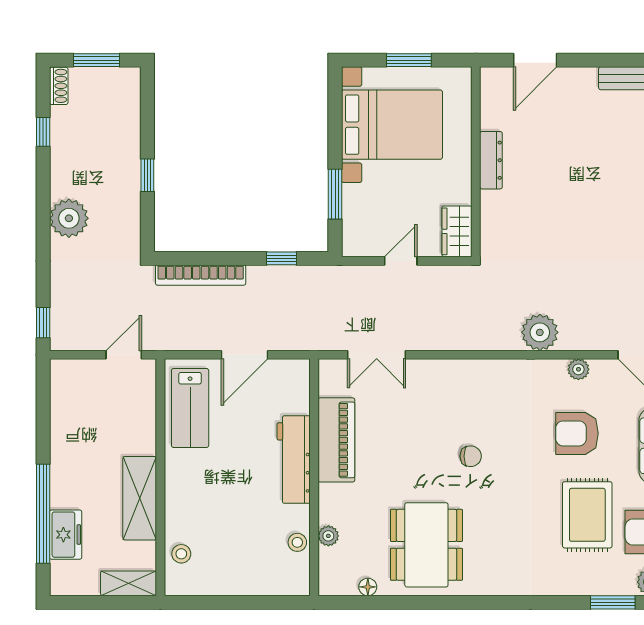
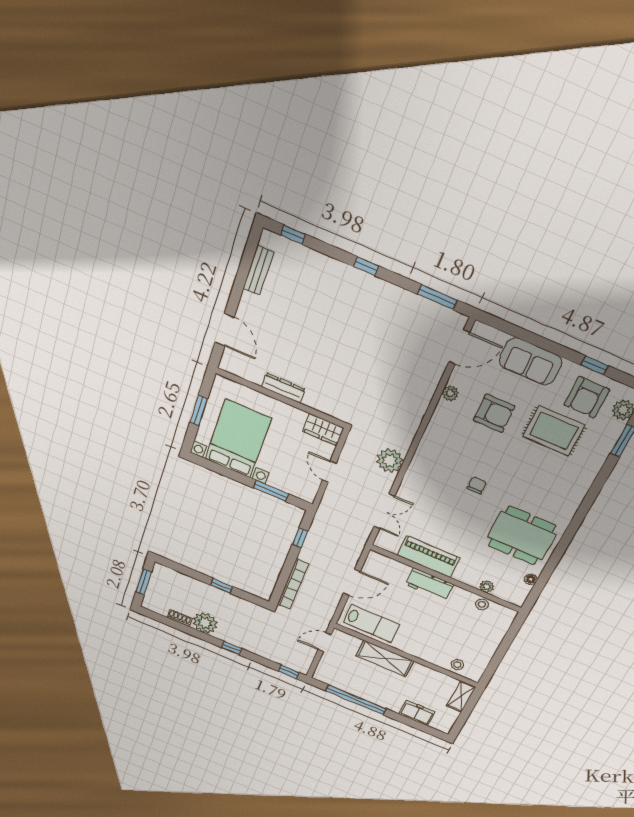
shoe rack: (59, 86) -> (180, 618), moved
window: (43, 132) -> (232, 648), moved
plant: (69, 218) -> (205, 623), moved
plant: (540, 332) -> (390, 461), moved
door: (124, 355) -> (325, 642), hinge flipped
door: (245, 355) -> (352, 582), hinge flipped
armchair: (577, 433) -> (494, 413), turned -90
workbench: (294, 460) -> (429, 584), width x0.73
shelving: (140, 498) -> (385, 658), moved
window: (43, 514) -> (356, 700), moved

